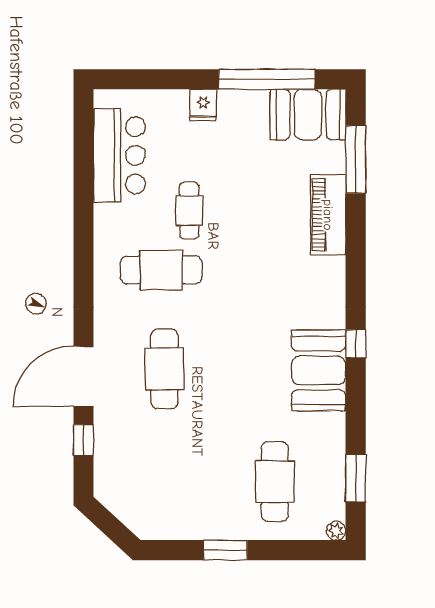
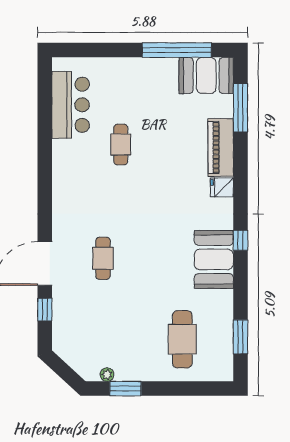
fridge: (203, 105) -> (222, 187), moved, turned 90
cafe table: (161, 270) -> (101, 187), removed
cafe table: (164, 369) -> (103, 258), width x0.73, depth x0.74
plant: (336, 531) -> (107, 375), moved
window: (225, 550) -> (125, 389), moved

